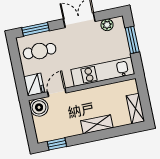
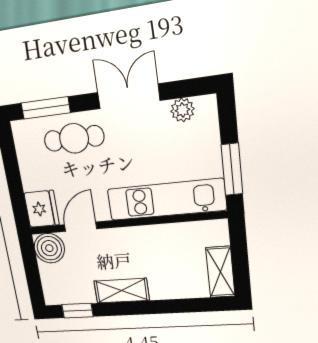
window: (132, 40) -> (232, 169), moved
cafe table: (40, 51) -> (74, 138), moved
shelving: (97, 124) -> (122, 291), moved

